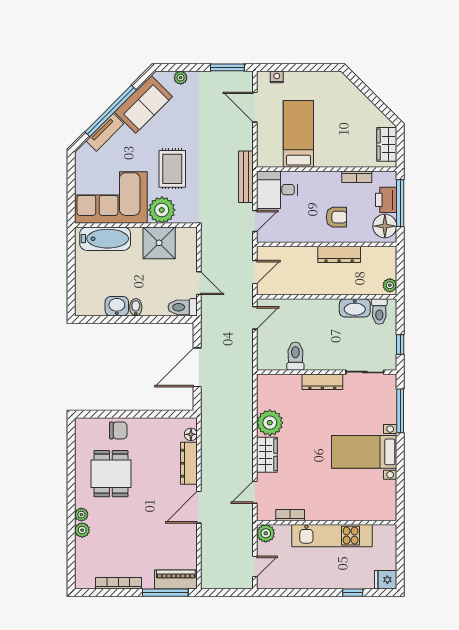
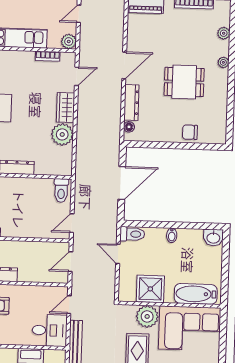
washbasin: (117, 306) -> (213, 238), moved
toilet: (295, 356) -> (61, 190), moved
dining table: (111, 474) -> (184, 82), moved, turned 90
plant: (82, 530) -> (224, 33), moved

